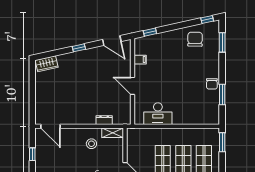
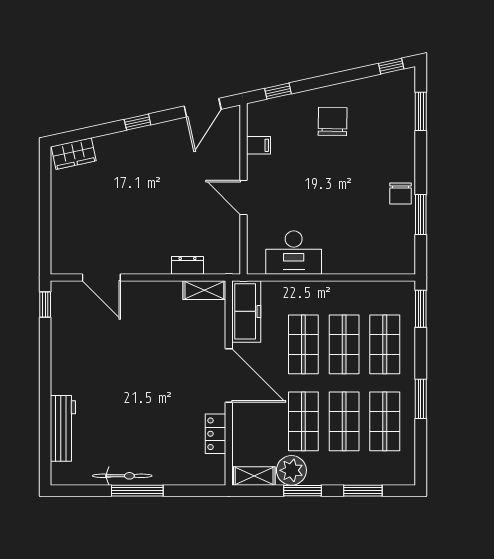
chair: (195, 39) -> (333, 122), moved
door: (112, 41) -> (203, 108), hinge flipped
door: (50, 126) -> (101, 277), moved
stool: (91, 144) -> (162, 312), removed
freezer: (134, 144) -> (246, 311), added
window: (32, 154) -> (45, 304), moved

